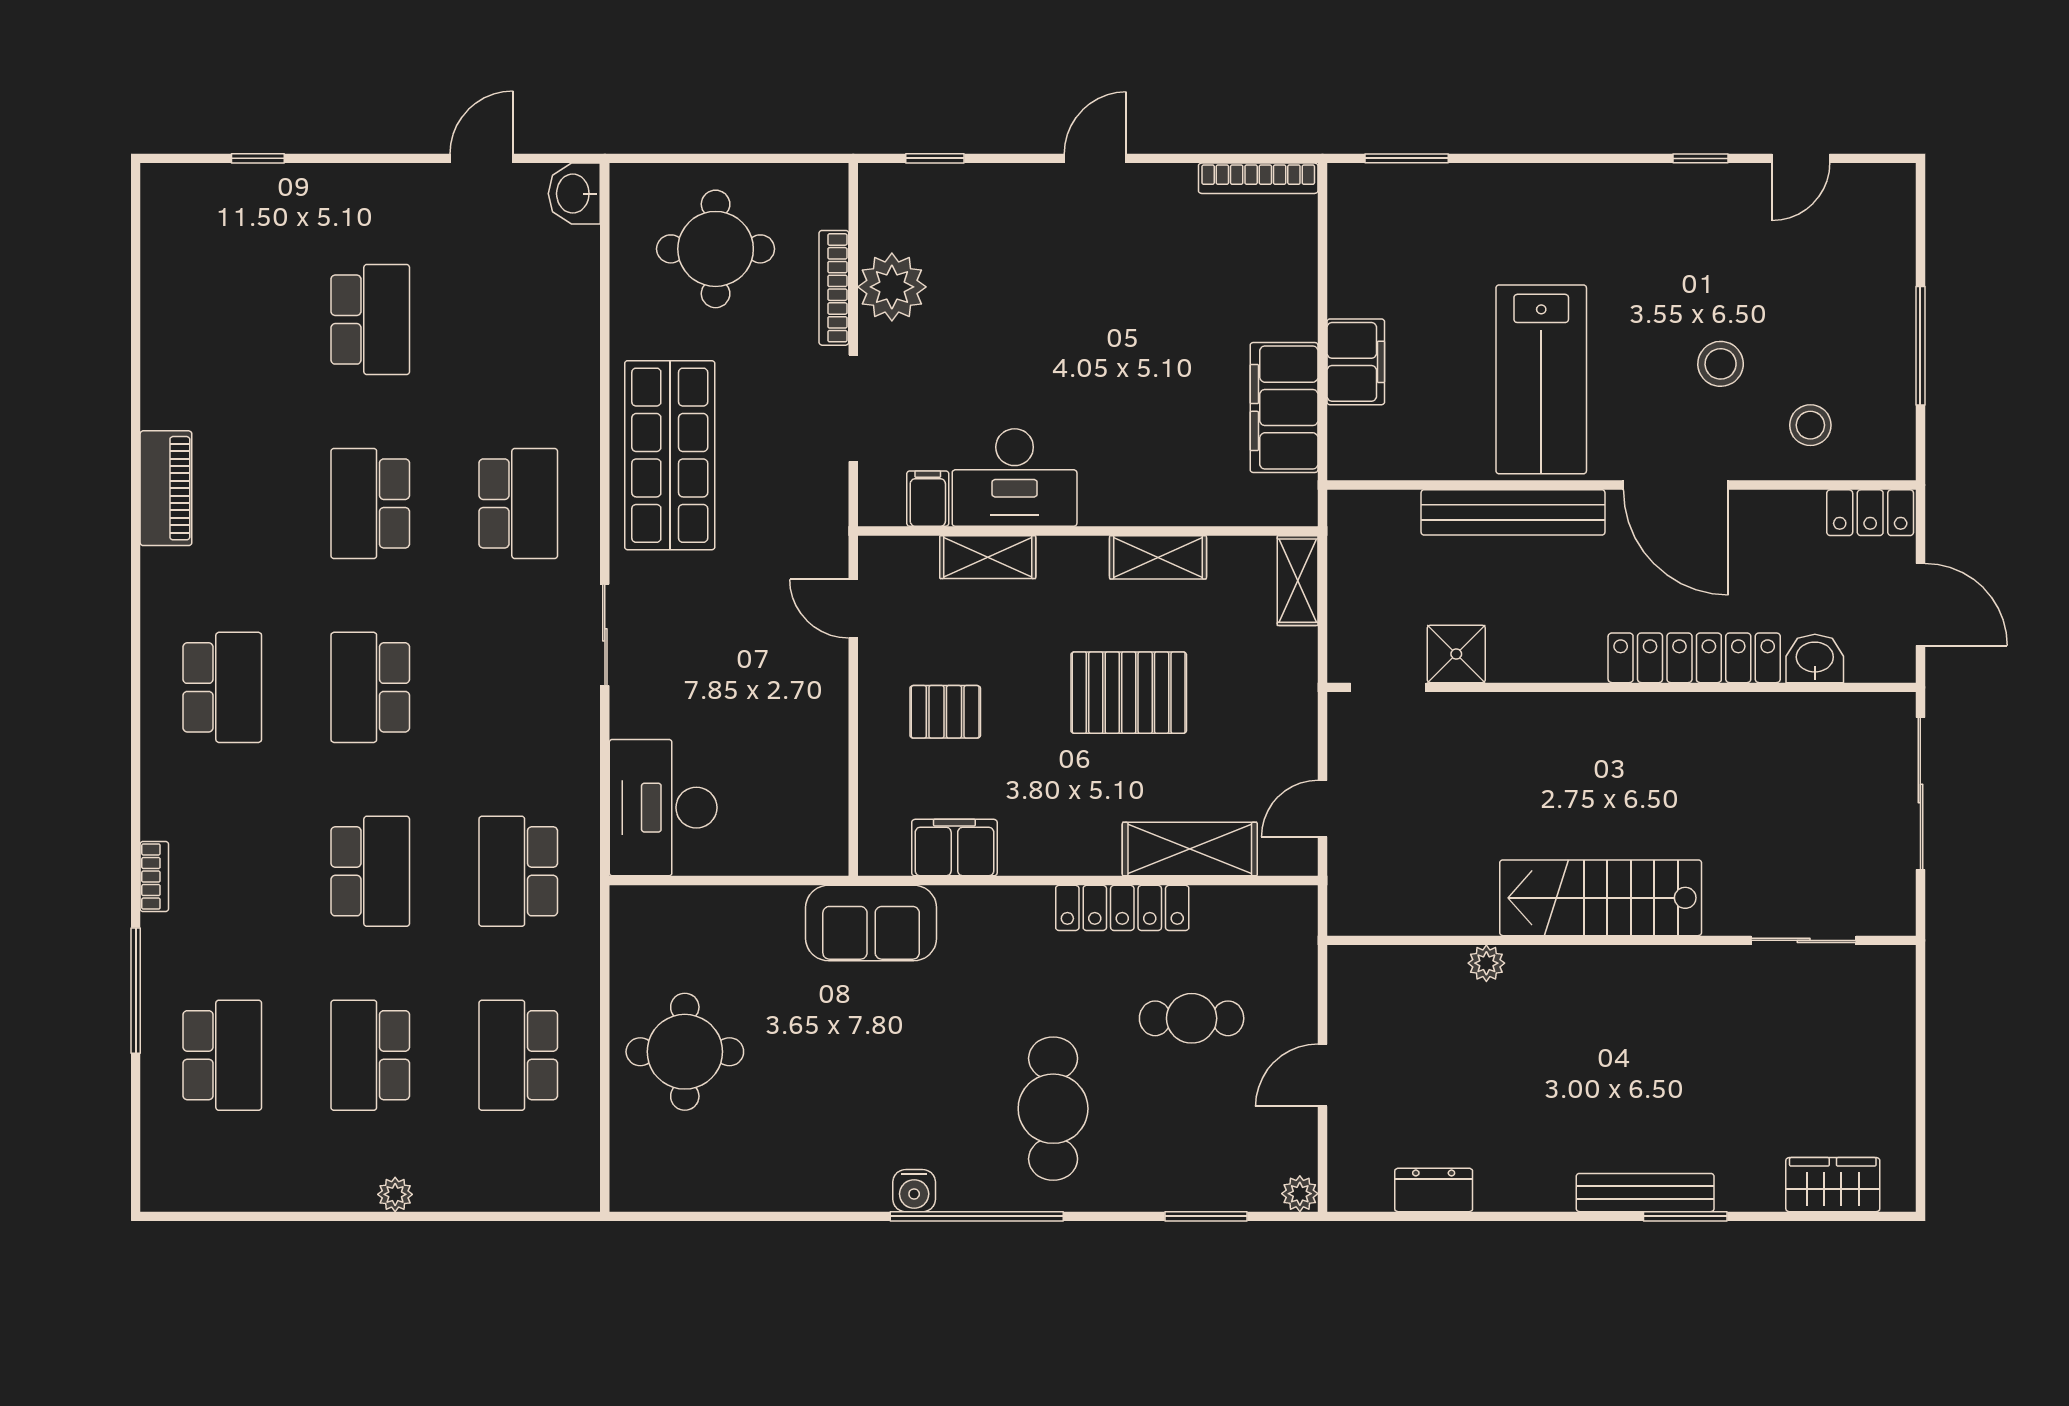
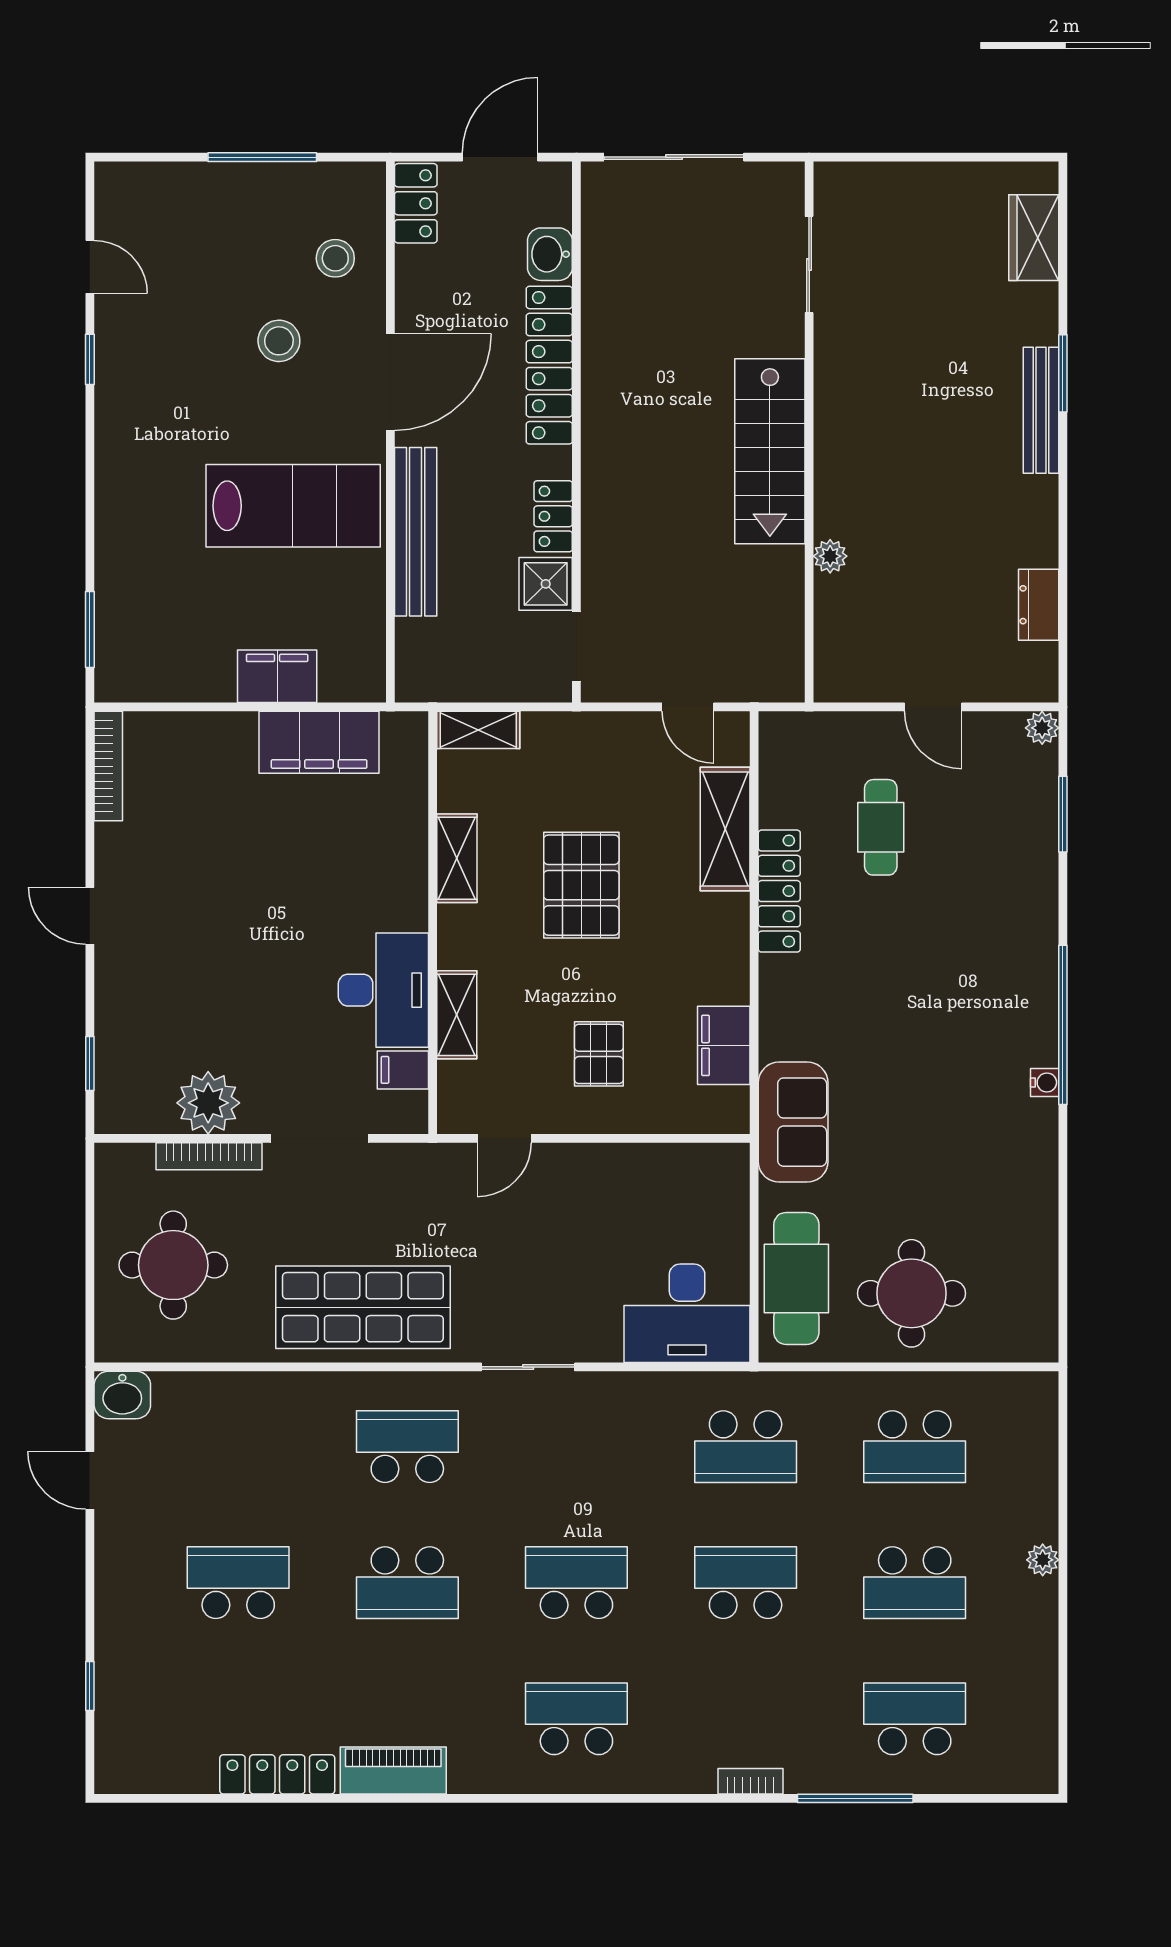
locker: (162, 362) -> (277, 1774), added
locker: (1530, 662) -> (553, 516), added
school desk: (370, 687) -> (576, 1583), turned 180
cafe table: (1053, 1109) -> (796, 1278), moved, turned 90
water cooler: (914, 1191) -> (1045, 1082), width x0.72, depth x0.72

